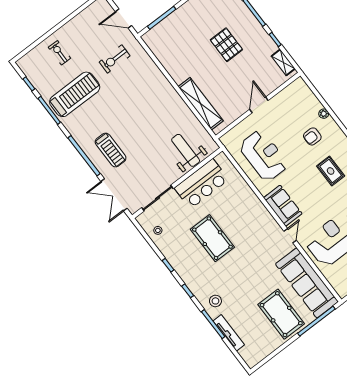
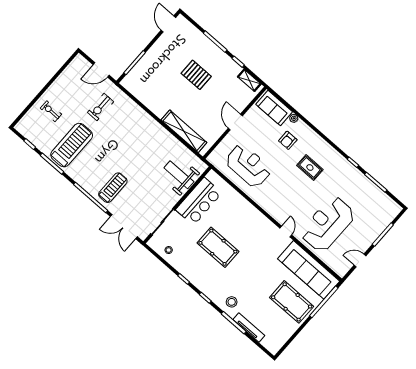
treadmill: (111, 150) -> (113, 188), turned -90
sofa: (283, 206) -> (274, 108), moved, turned 180

